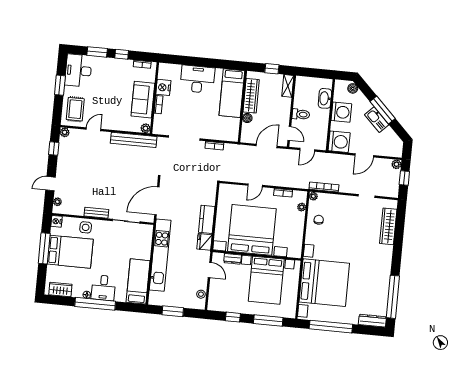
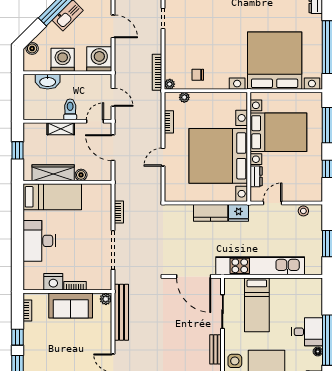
shelving: (288, 86) -> (61, 129), moved
door: (255, 185) -> (163, 157), swing flipped
bed: (138, 281) -> (257, 305), moved, turned -90

